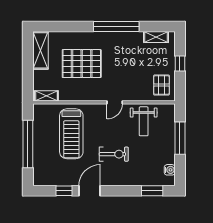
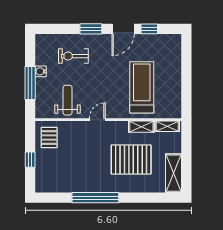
shelving: (156, 37) -> (141, 127), moved
window: (28, 144) -> (186, 77), removed
exercise bike: (114, 154) -> (73, 56), moved
water cooler: (170, 170) -> (41, 71), moved
window: (152, 191) -> (91, 29), moved

